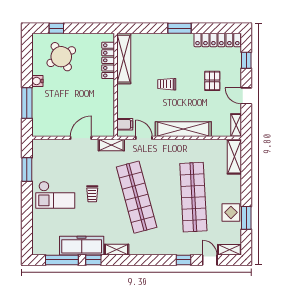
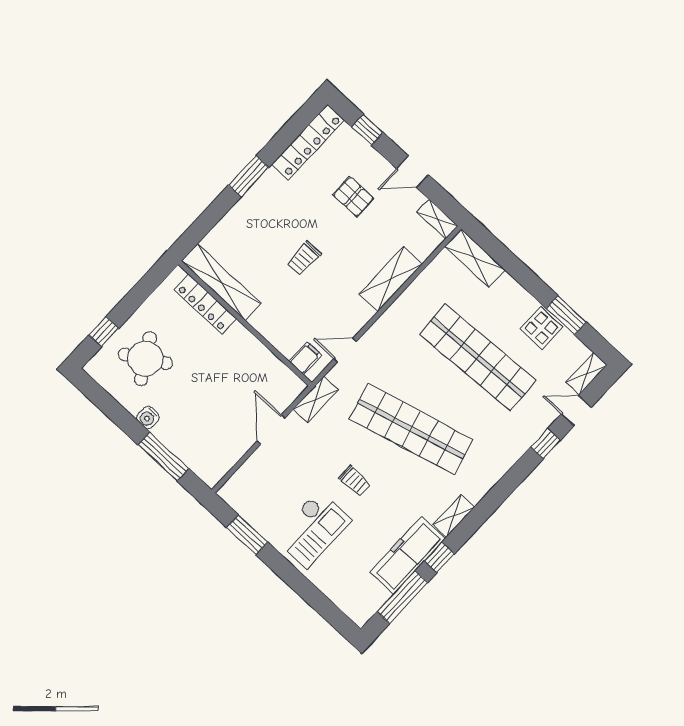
shelving: (183, 129) -> (391, 279), width x0.68

